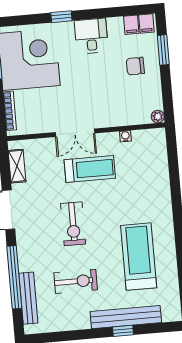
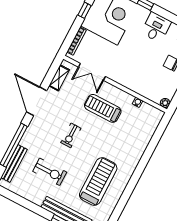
double door: (75, 133) -> (92, 72), moved
treadmill: (90, 169) -> (103, 108), turned 180
exercise bike: (73, 224) -> (71, 135), width x0.73, depth x0.72

